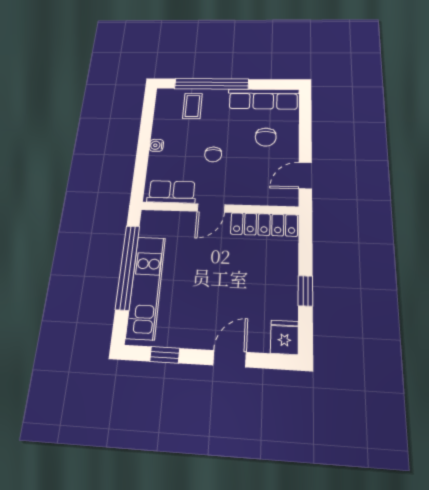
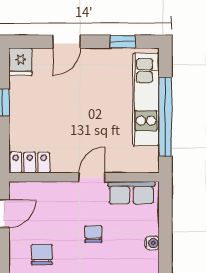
locker: (264, 225) -> (30, 163), width x0.66

